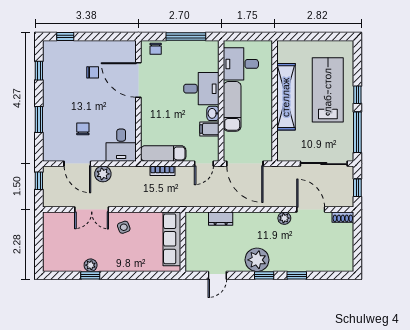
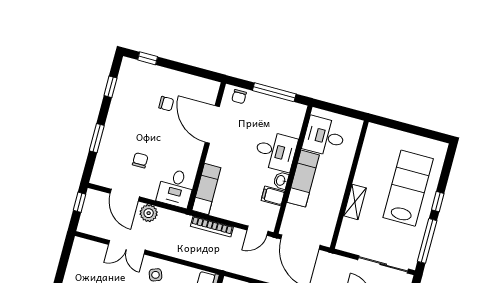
shelving: (286, 97) -> (355, 202), width x0.45, depth x0.75
exam couch: (163, 153) -> (206, 189), moved, turned 90
bookcase: (162, 171) -> (212, 227), width x1.56

